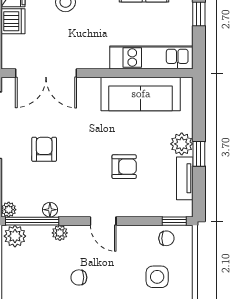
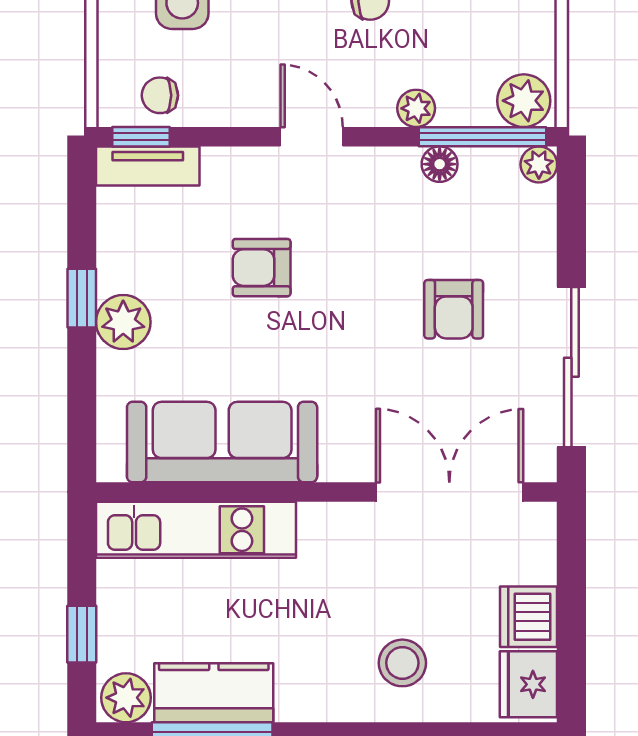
tv unit: (185, 178) -> (148, 166), moved, turned 90

